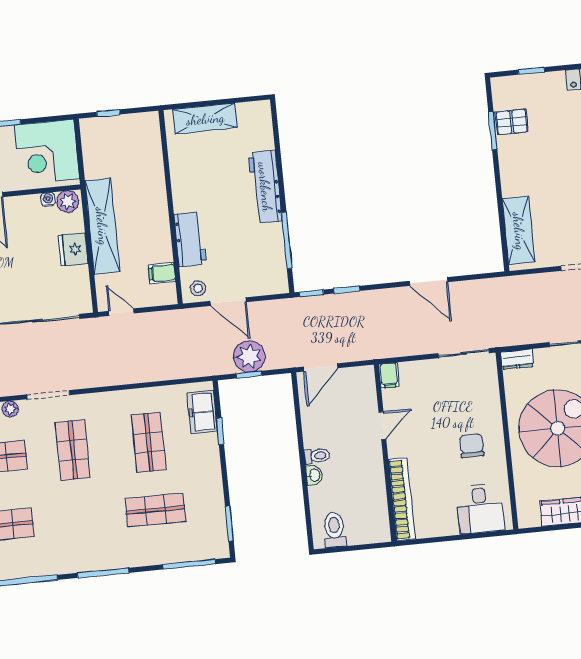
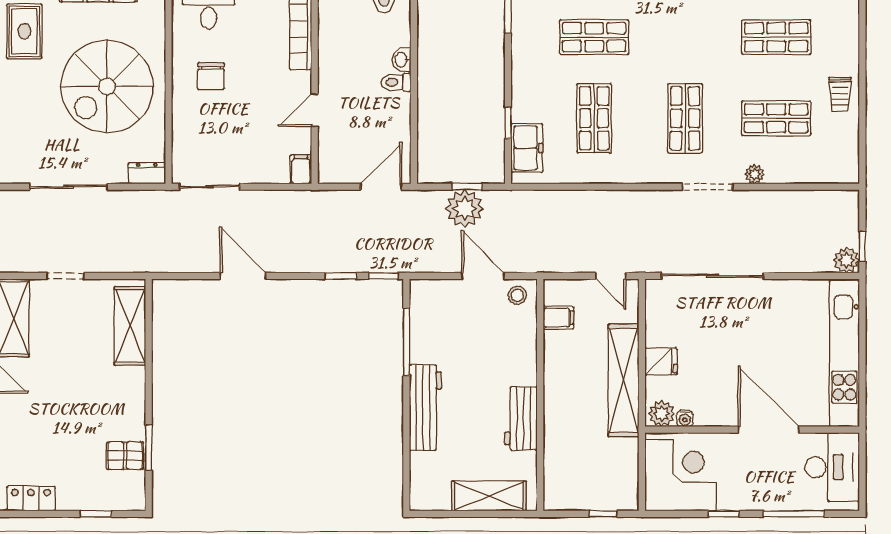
workbench: (190, 239) -> (521, 418), moved
fridge: (73, 249) -> (661, 361), width x0.72

